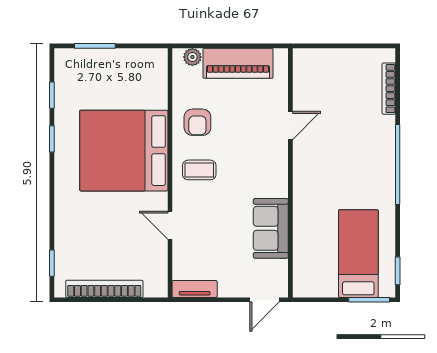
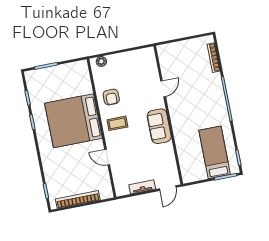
piano: (238, 63) -> (127, 60), removed
sofa: (271, 228) -> (159, 126), moved
tv unit: (195, 289) -> (142, 187), moved

